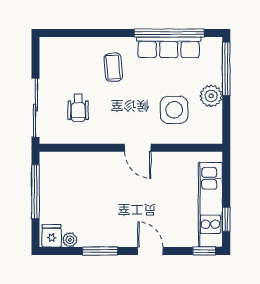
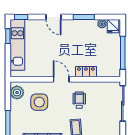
plant: (211, 96) -> (17, 92), moved
wheelchair: (78, 108) -> (79, 100), moved
locker: (97, 160) -> (86, 72), added

